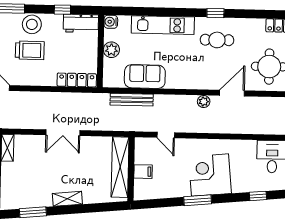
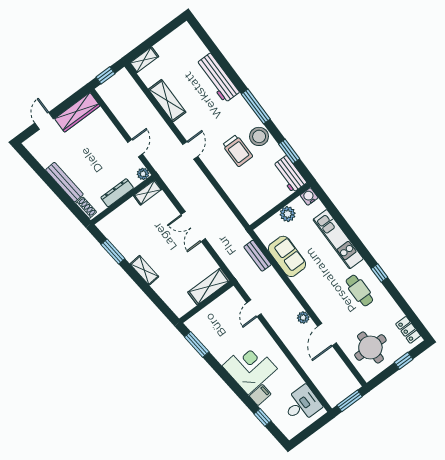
window: (62, 10) -> (289, 151), width x1.50
locker: (77, 80) -> (243, 205), removed
door: (232, 93) -> (327, 335), swing flipped
bench: (132, 100) -> (257, 256), width x0.73
shelving: (120, 167) -> (209, 286), width x0.68
filing cabinet: (143, 172) -> (260, 395), moved, turned -95
window: (198, 200) -> (197, 344), moved

